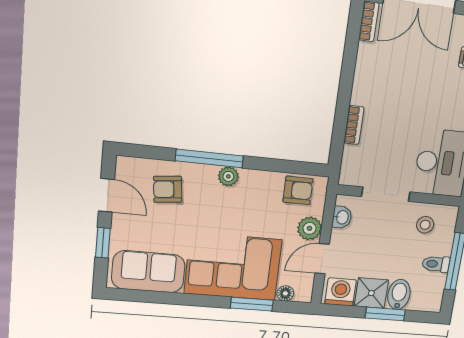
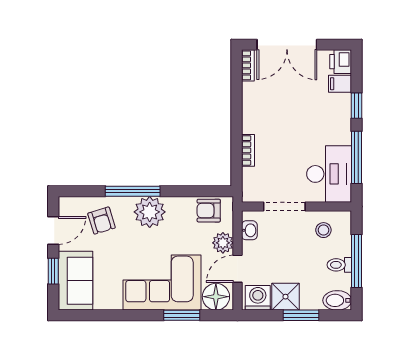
plant: (228, 176) -> (150, 212), width x1.88, depth x1.88
armchair: (168, 189) -> (102, 221), turned -101
armchair: (298, 190) -> (209, 211), turned 180
door: (106, 195) -> (53, 230), hinge flipped
sofa: (148, 272) -> (75, 281), moved, turned 90
floor lamp: (285, 293) -> (216, 297), width x1.89, depth x1.89
bidet: (399, 294) -> (337, 300), moved, turned -90

